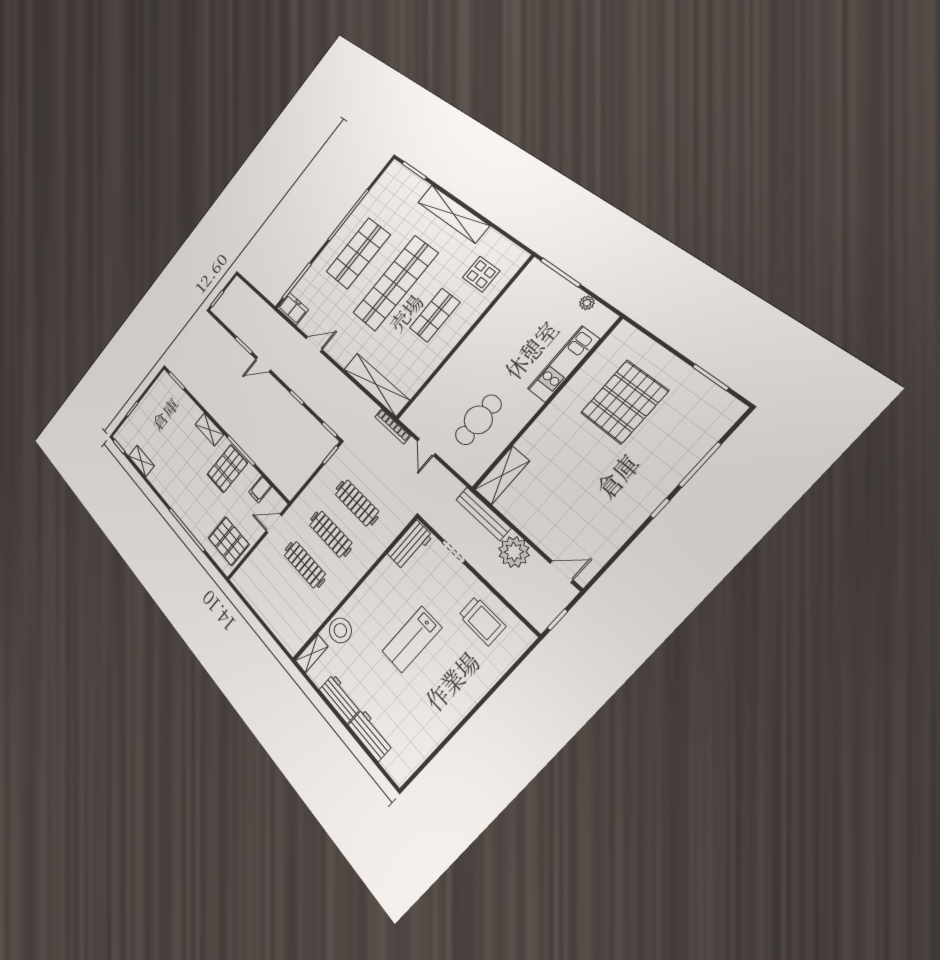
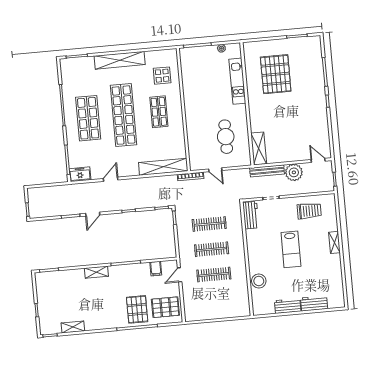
pallet: (227, 469) -> (137, 309), moved
door: (562, 572) -> (318, 160), hinge flipped
shelving: (312, 654) -> (334, 242), moved

